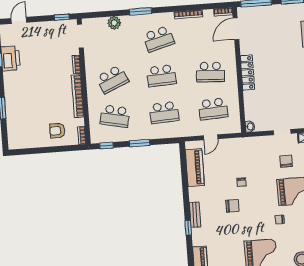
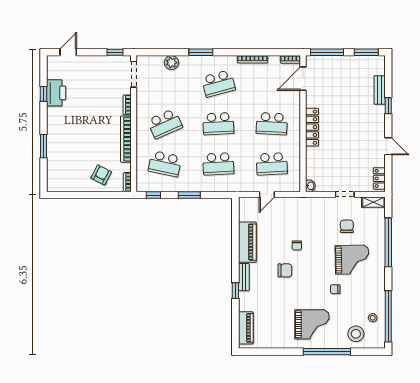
armchair: (57, 131) -> (101, 175), turned 117
piano: (195, 168) -> (247, 242), moved

